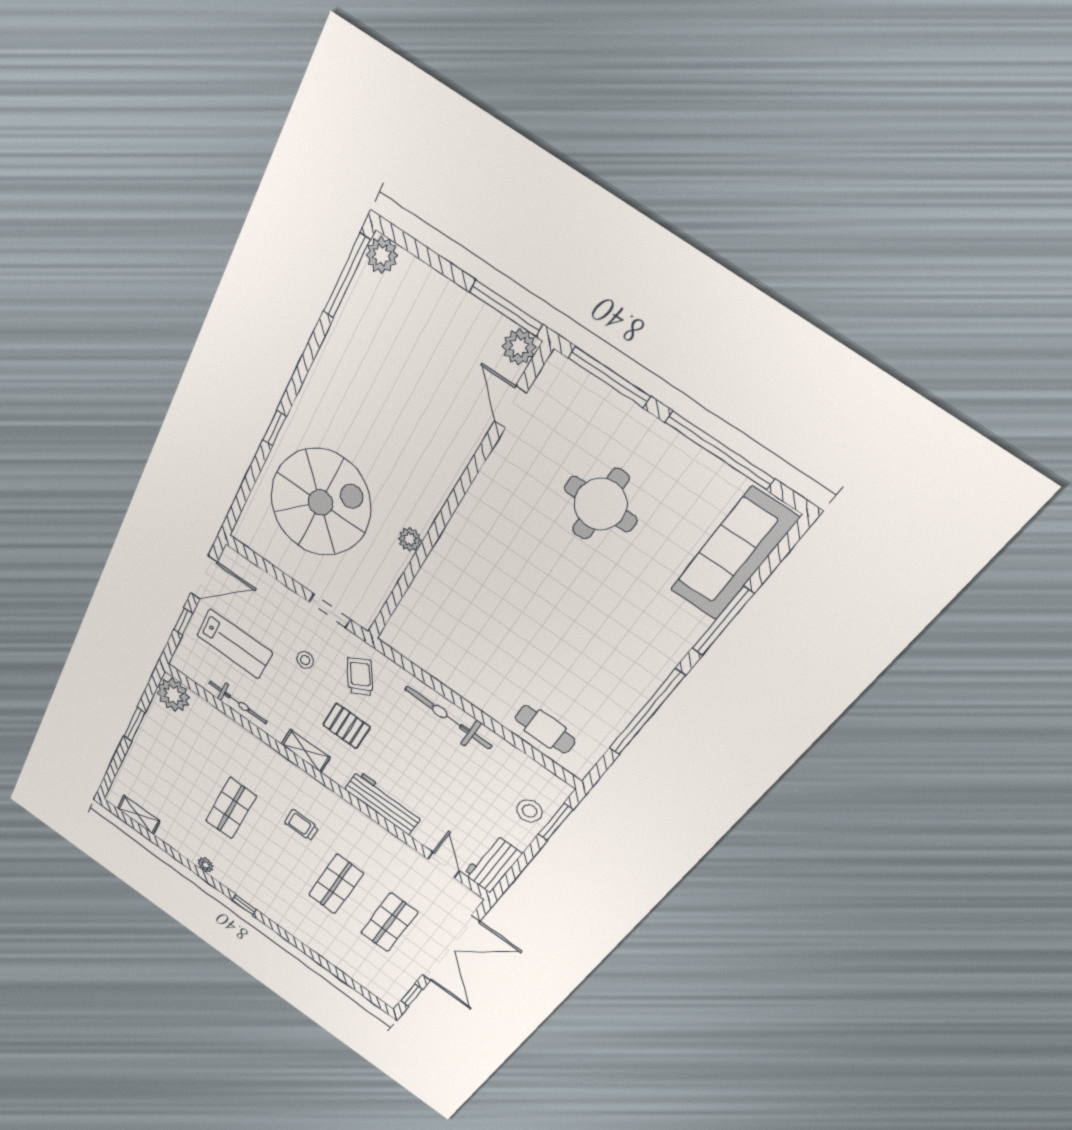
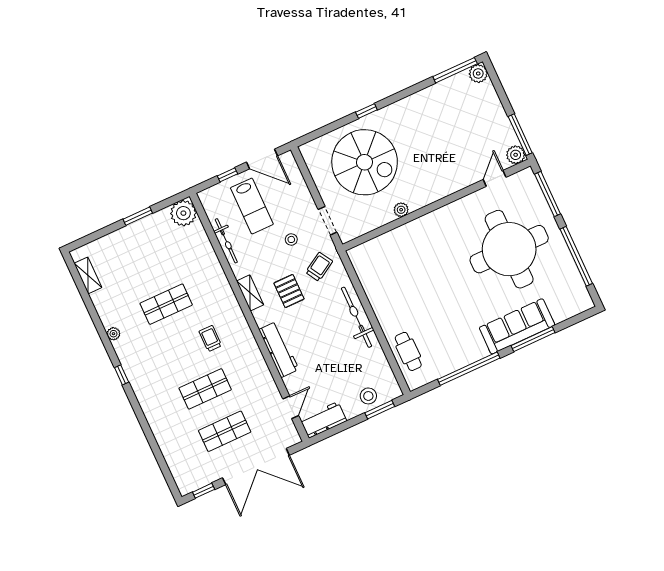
round table: (601, 504) -> (509, 249), width x1.86, depth x1.86
sofa: (733, 554) -> (517, 326), moved

